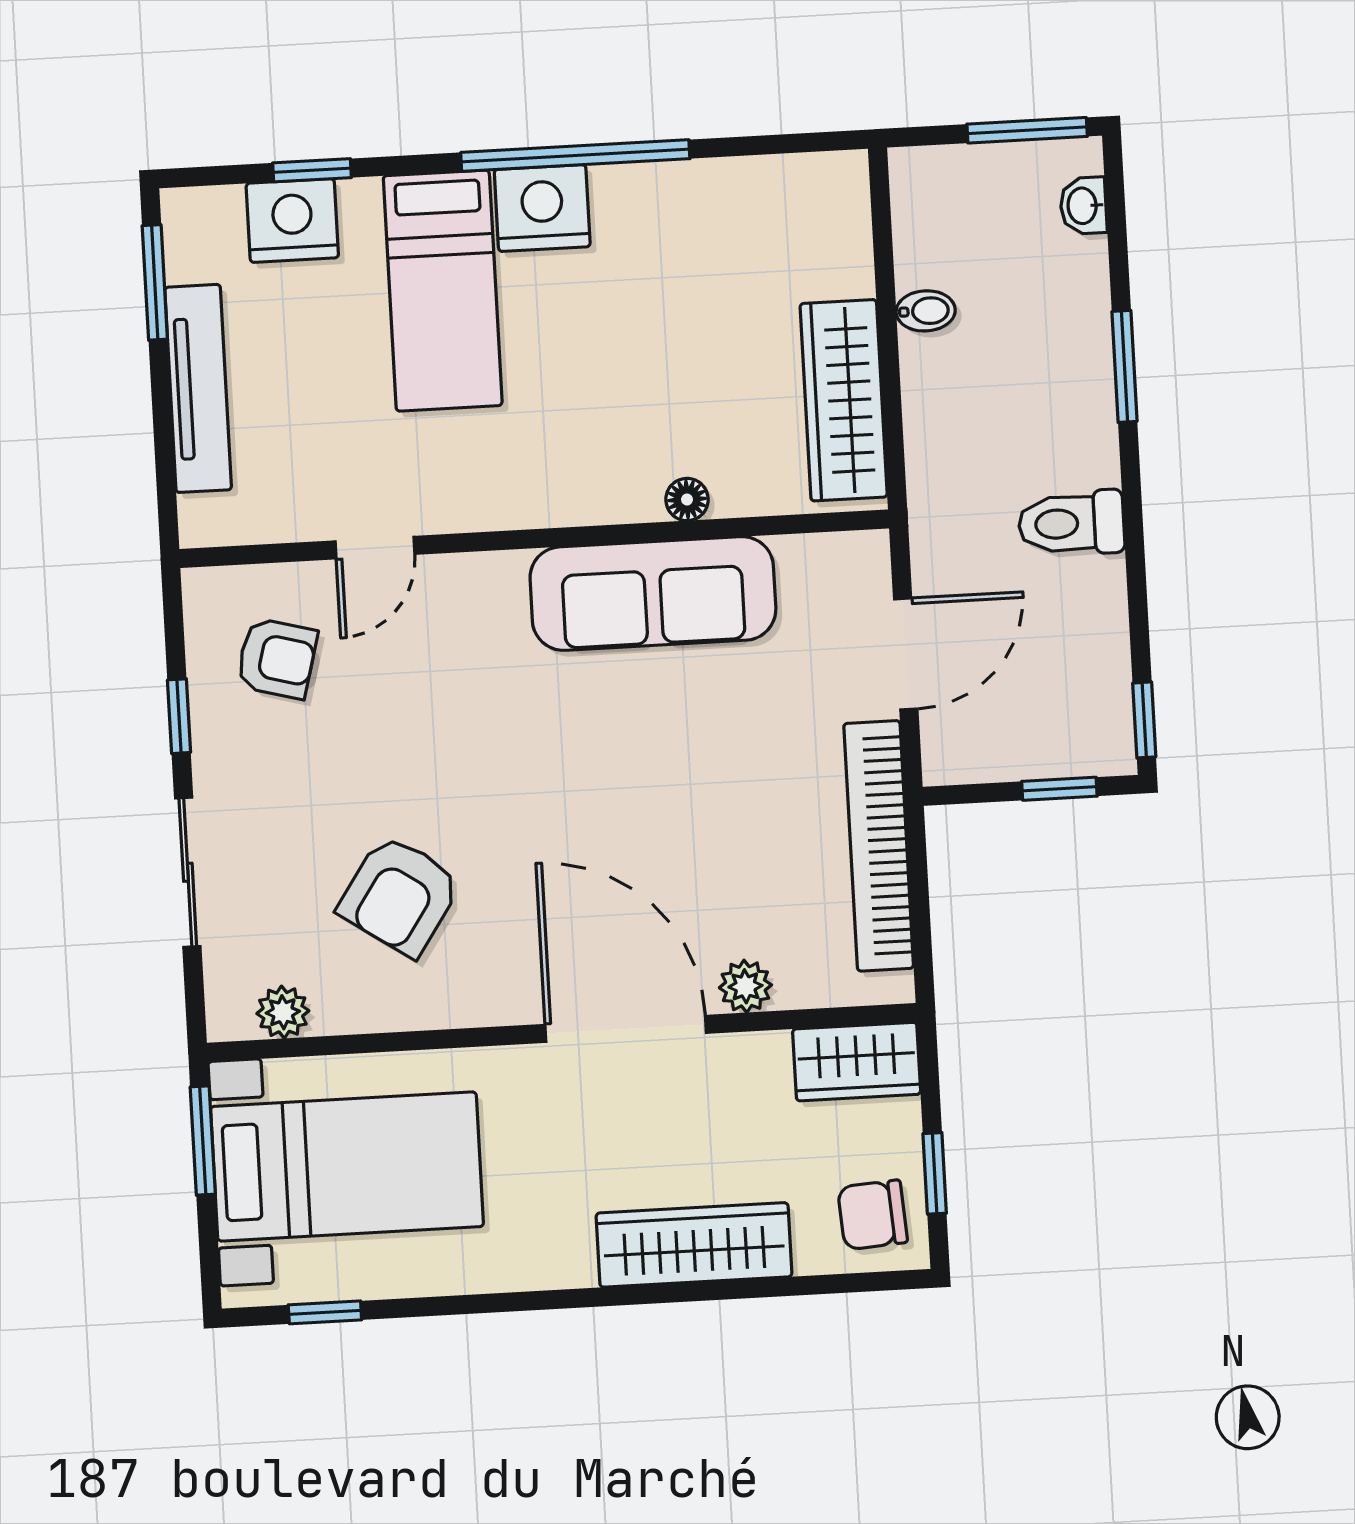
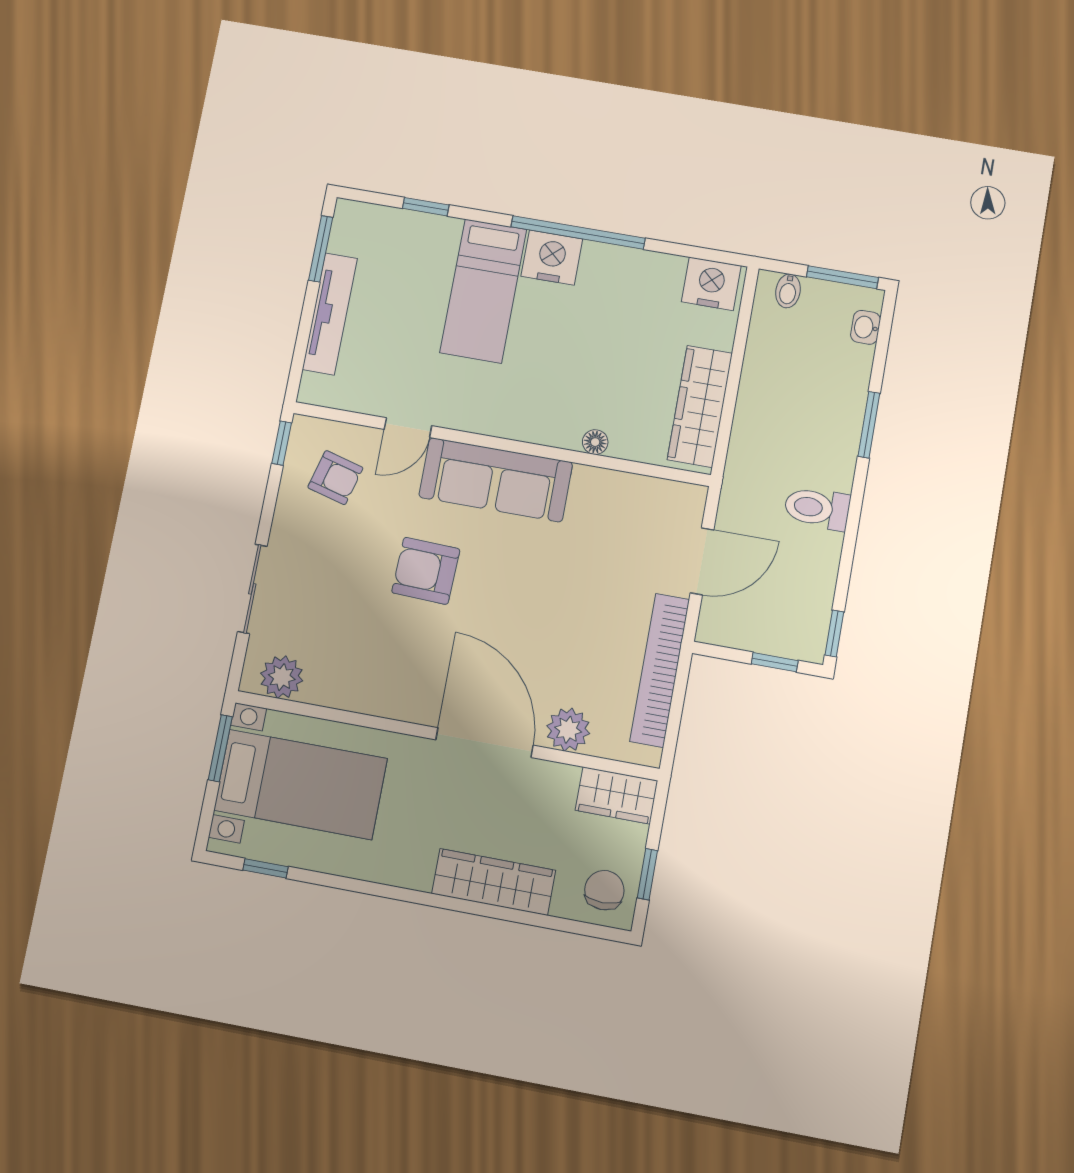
nightstand: (292, 221) -> (711, 284), moved
bidet: (926, 311) -> (788, 291), moved, turned 90
sofa: (653, 594) -> (496, 480), moved
window: (179, 716) -> (282, 443), moved
armchair: (400, 895) -> (426, 571), moved, turned 58
plant: (745, 986) -> (568, 730), width x1.38, depth x1.38
plant: (283, 1012) -> (282, 677), width x1.38, depth x1.38
chair: (872, 1215) -> (604, 890), turned 94

